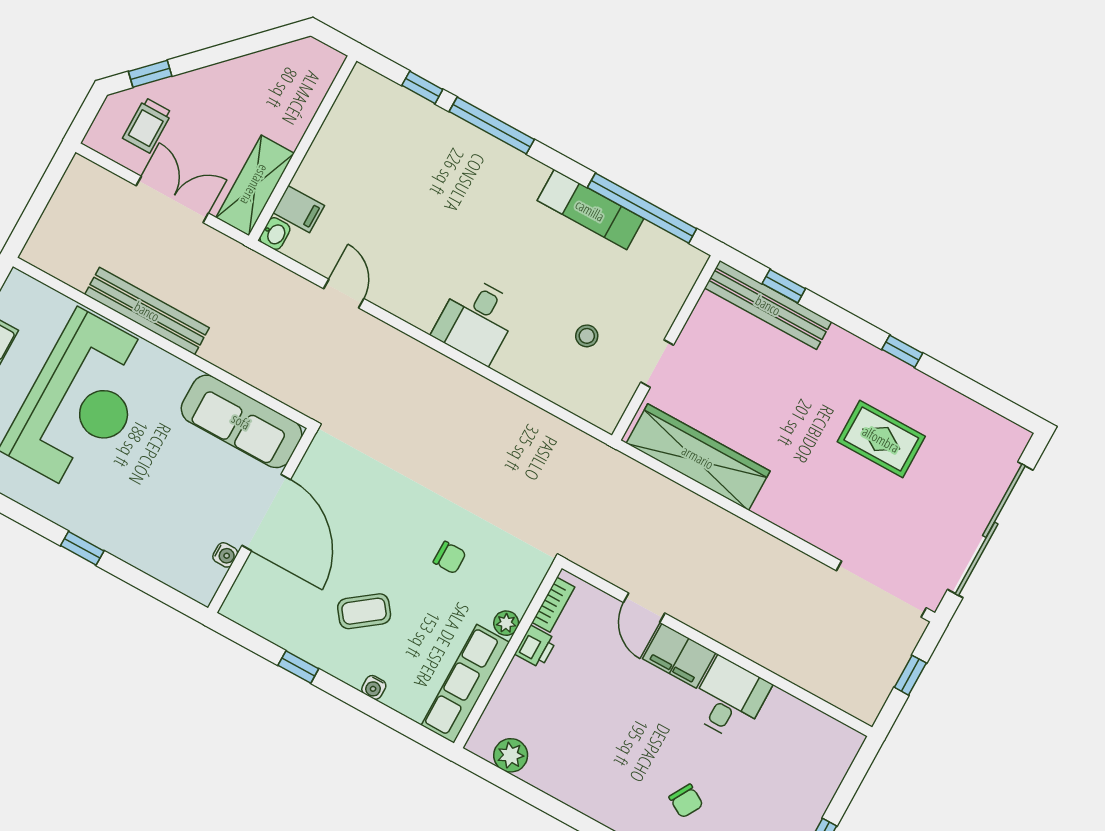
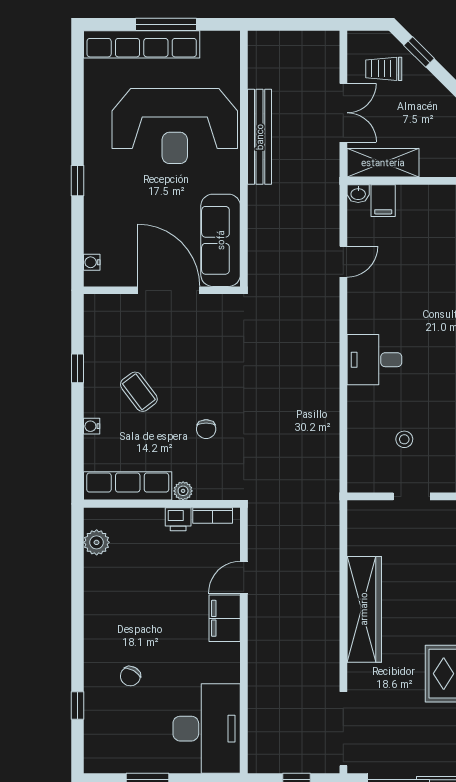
wardrobe: (698, 457) -> (364, 609), moved
door: (266, 512) -> (169, 290), swing flipped
water cooler: (225, 555) -> (92, 262), moved, turned 90
desk: (729, 699) -> (207, 729), moved, width x1.87, depth x1.30

